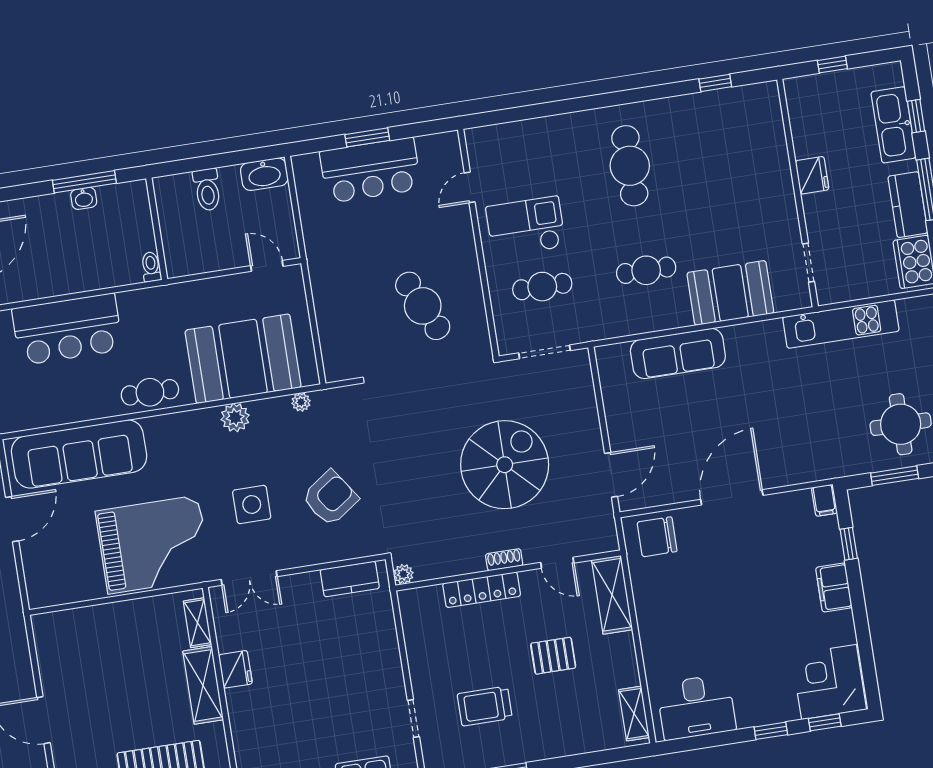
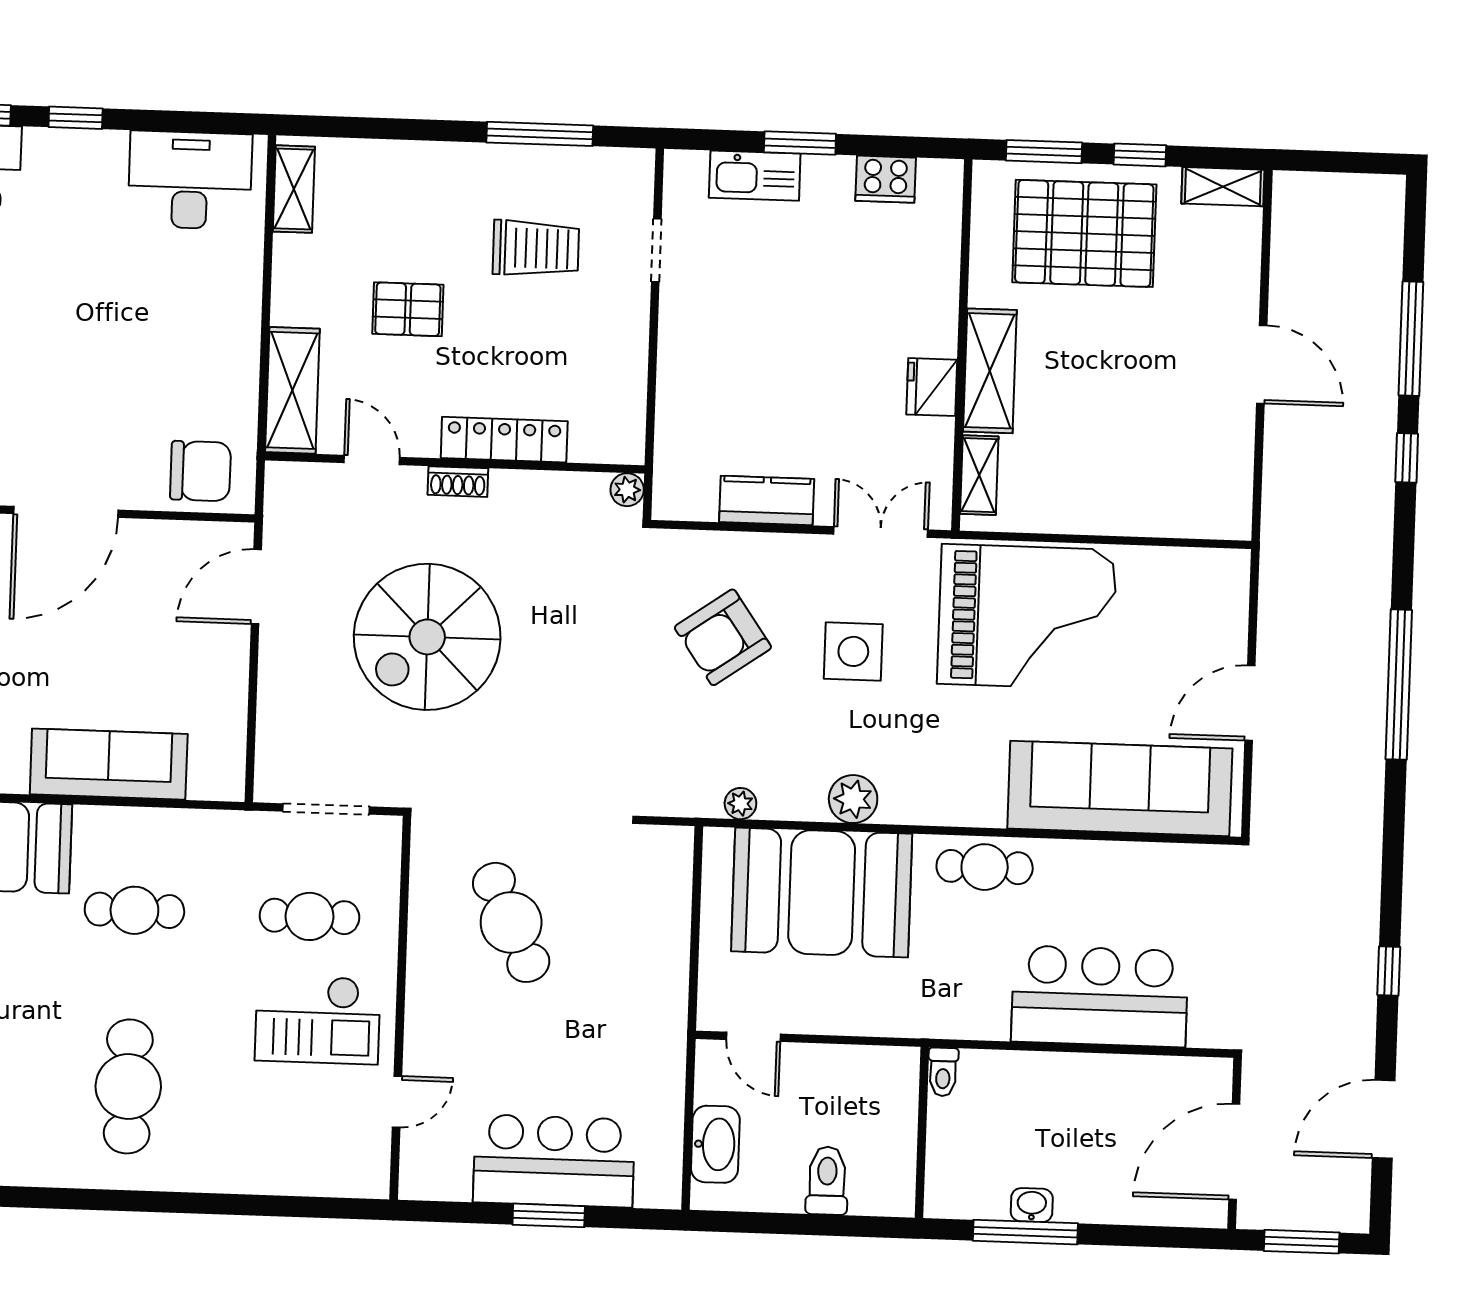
washbasin: (264, 174) -> (715, 1144), moved, turned 90
grand piano: (153, 545) -> (1027, 617), turned 180
kitchen counter: (350, 579) -> (767, 500), moved

